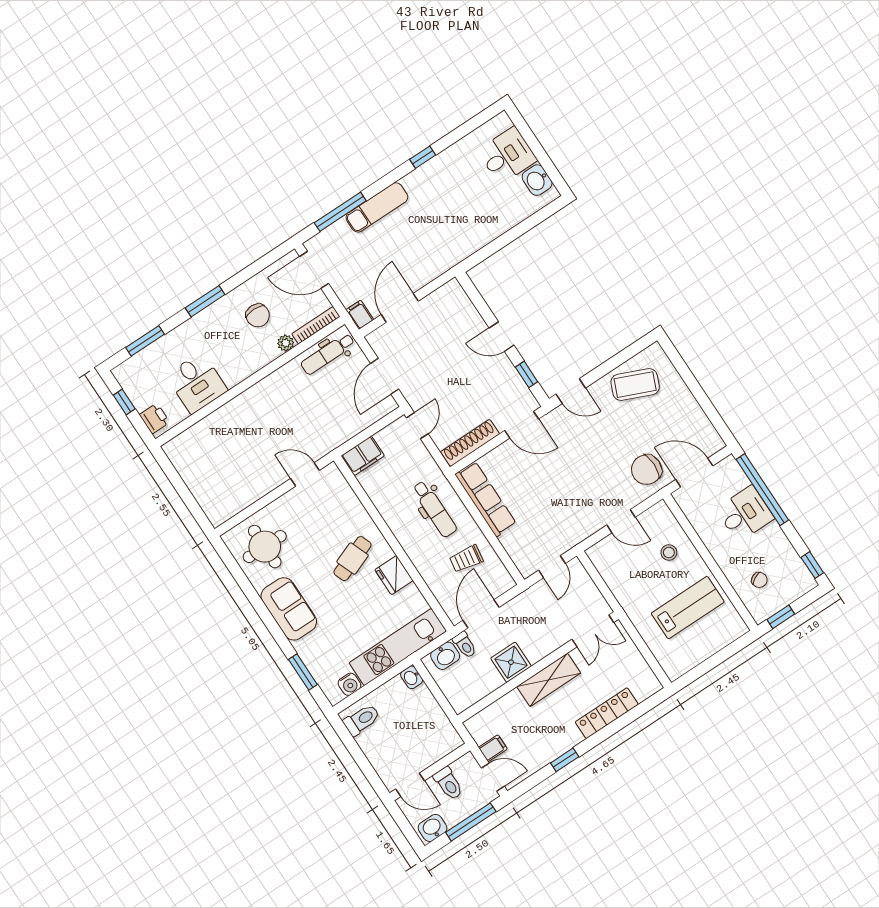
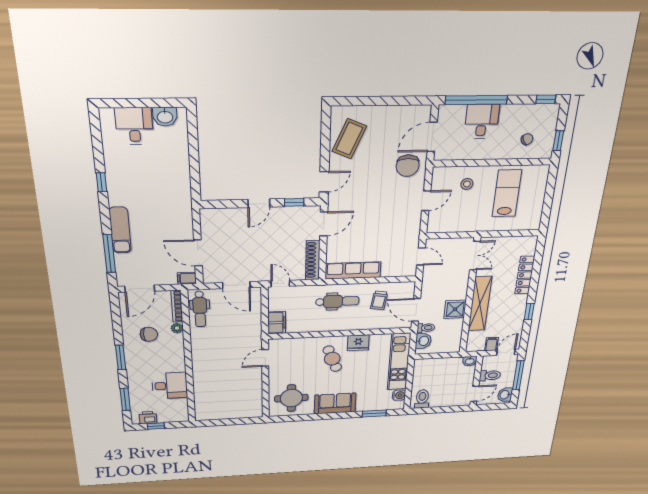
printer: (154, 418) -> (148, 418), moved
washbasin: (412, 677) -> (470, 361), moved
shelving: (549, 680) -> (480, 304), width x1.47

